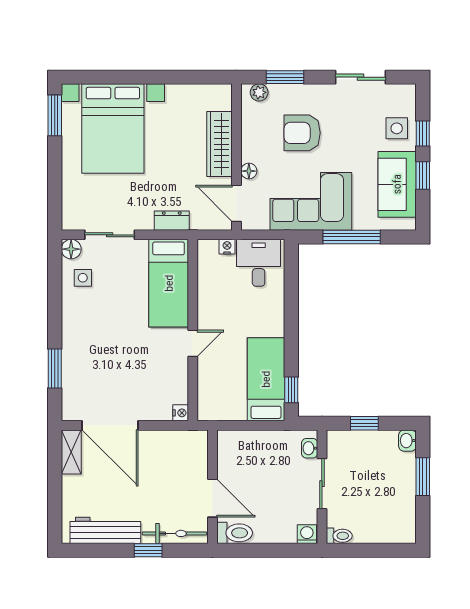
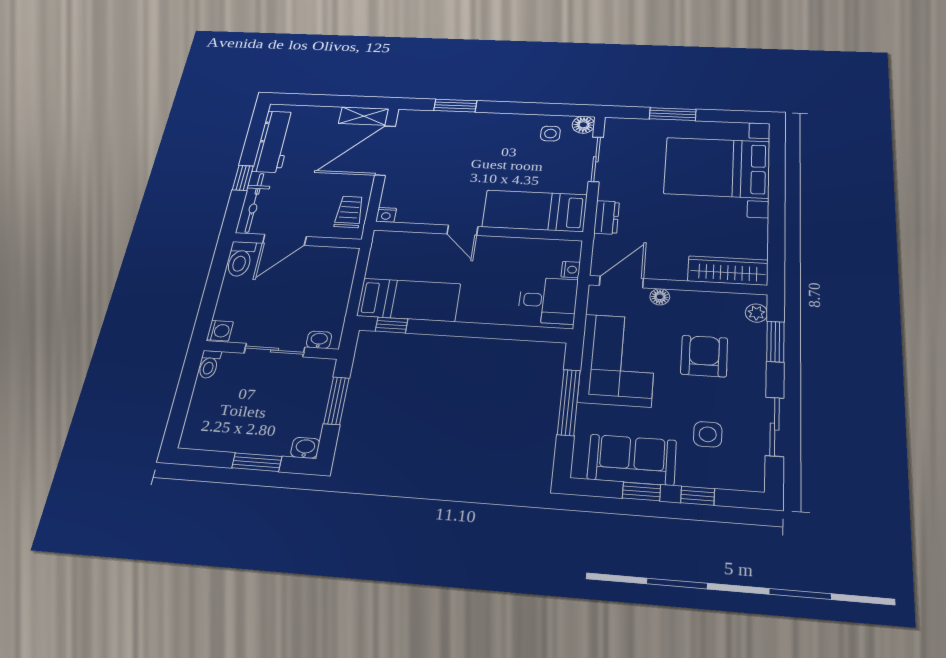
window: (55, 115) -> (673, 114), moved
side table: (397, 128) -> (708, 434), moved
wardrobe: (220, 144) -> (728, 271), moved
window: (364, 423) -> (336, 401), width x1.50
trolley: (179, 446) -> (349, 212), added

